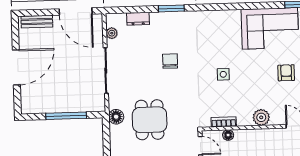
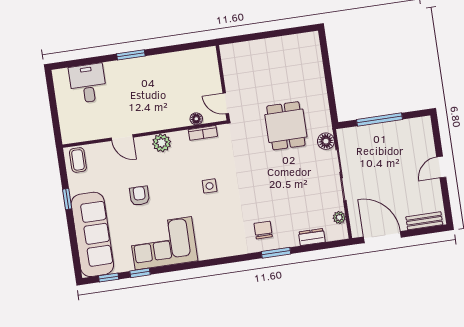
chair: (170, 61) -> (263, 230), moved, turned 180
door: (16, 67) -> (441, 167), width x0.53
armchair: (286, 73) -> (140, 196), turned 180
floor lamp: (116, 117) -> (326, 141), moved

